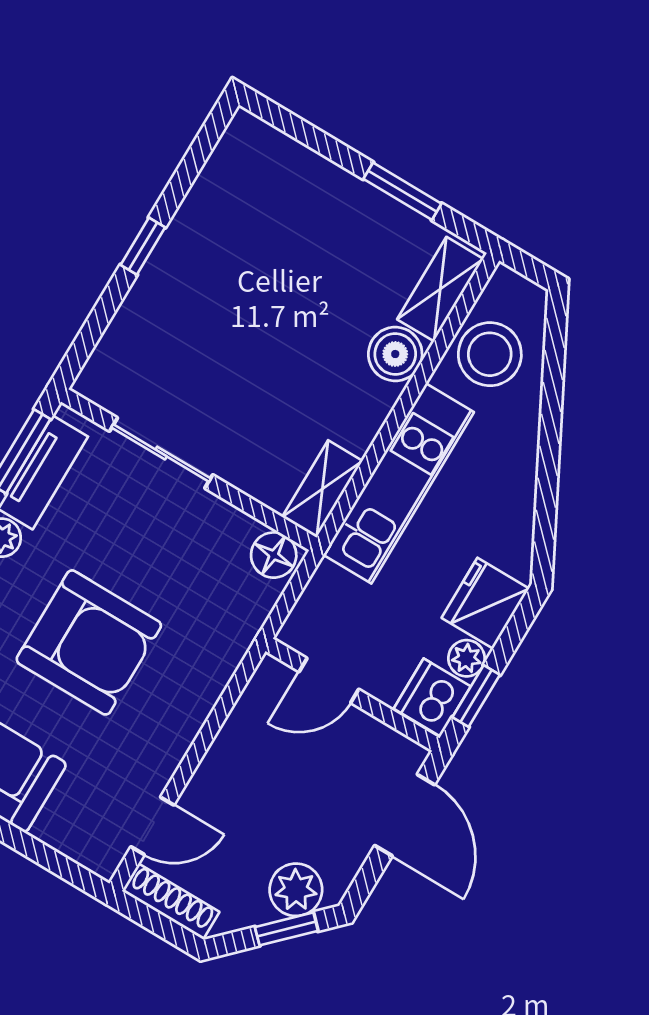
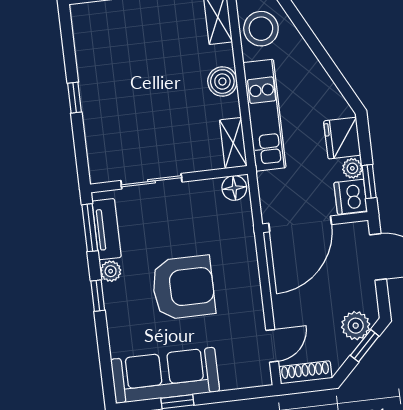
boiler: (395, 354) -> (222, 82), moved
door: (329, 681) -> (300, 224), width x1.88

